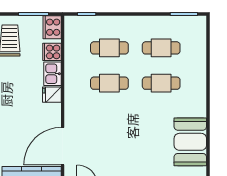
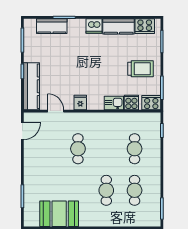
cafe table: (109, 83) -> (78, 149), moved
fridge: (52, 95) -> (80, 103), moved
door: (63, 146) -> (56, 111), width x0.53

